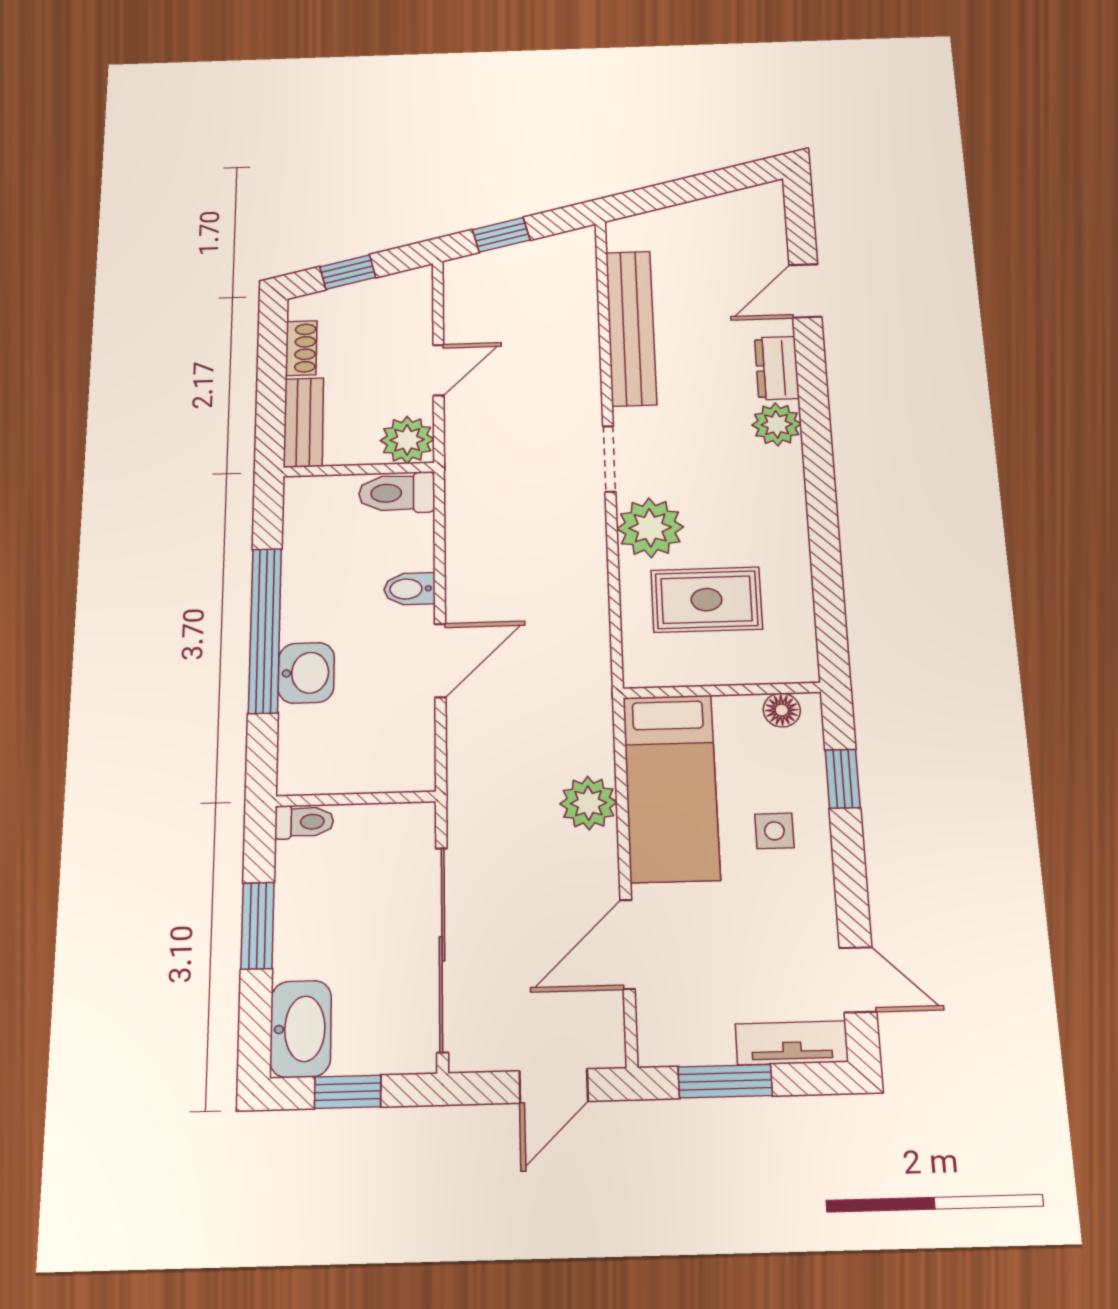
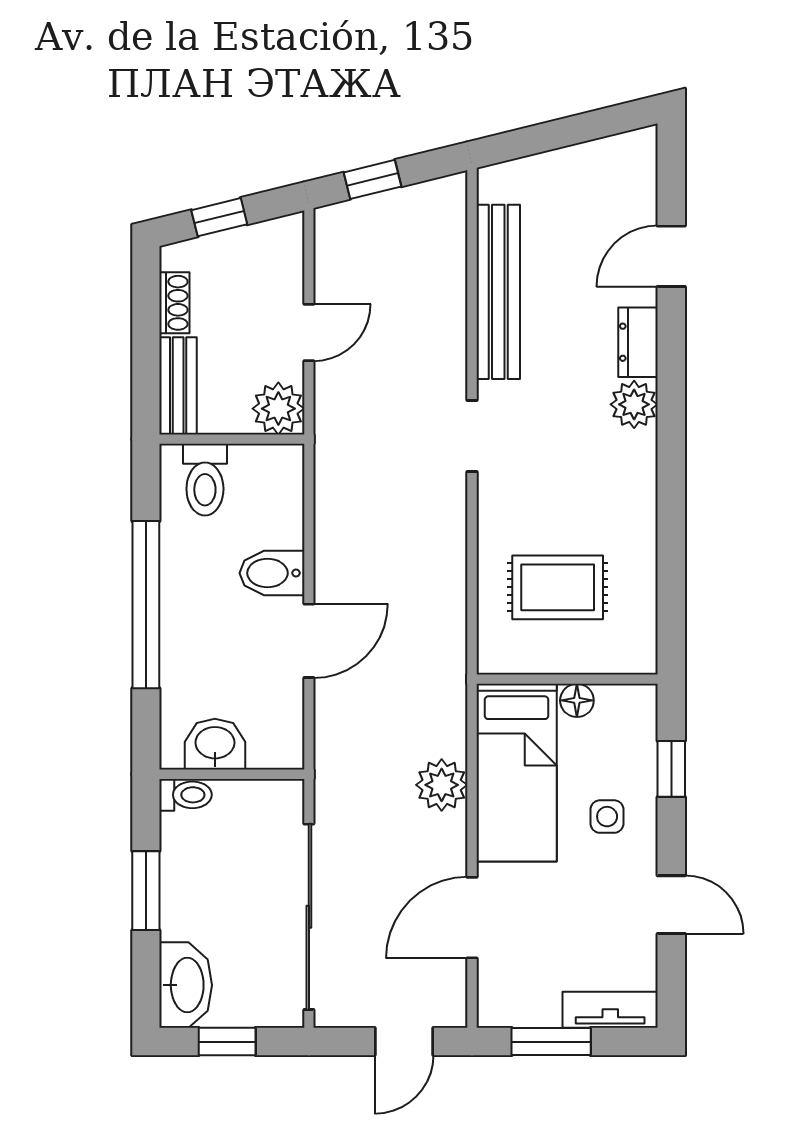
toilet: (397, 493) -> (205, 480), moved, turned -90
plant: (650, 528) -> (508, 511), removed
bidet: (410, 589) -> (272, 573), width x1.38, depth x1.36
washbasin: (306, 673) -> (215, 744), moved, turned -90
floor lamp: (782, 710) -> (577, 700), moved
door: (858, 980) -> (671, 905), moved

